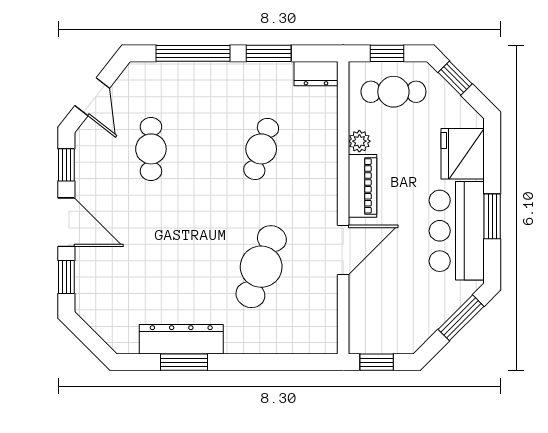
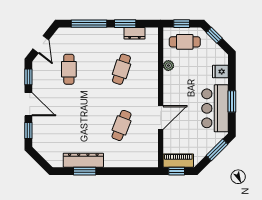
dresser: (316, 74) -> (134, 33), moved
fridge: (463, 154) -> (220, 72), width x0.53, depth x0.75
piano: (363, 186) -> (178, 161), moved, turned -90
cafe table: (261, 267) -> (121, 125), width x0.73, depth x0.74

